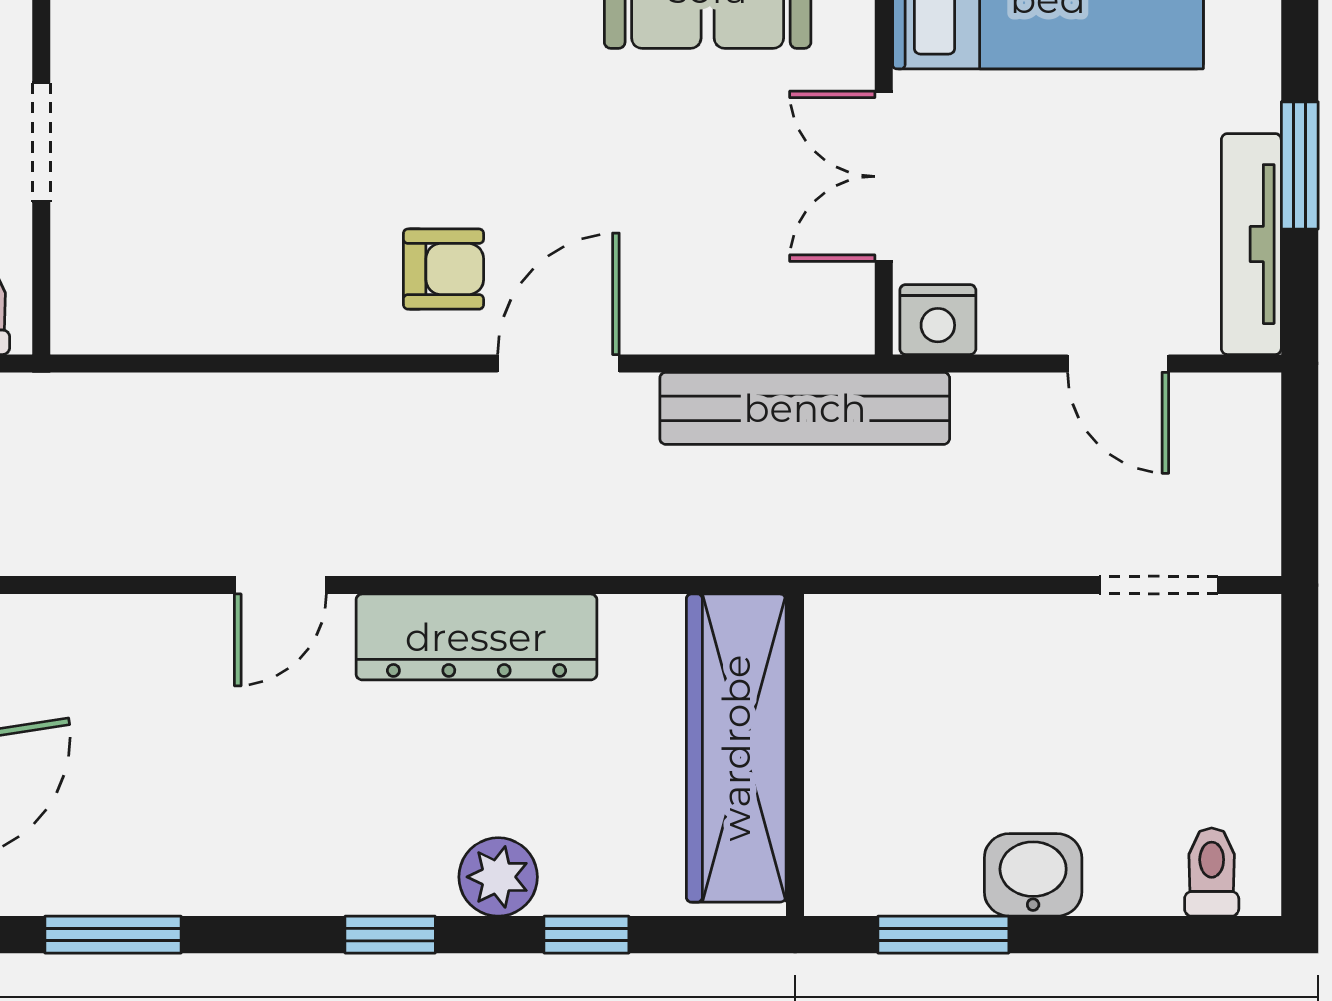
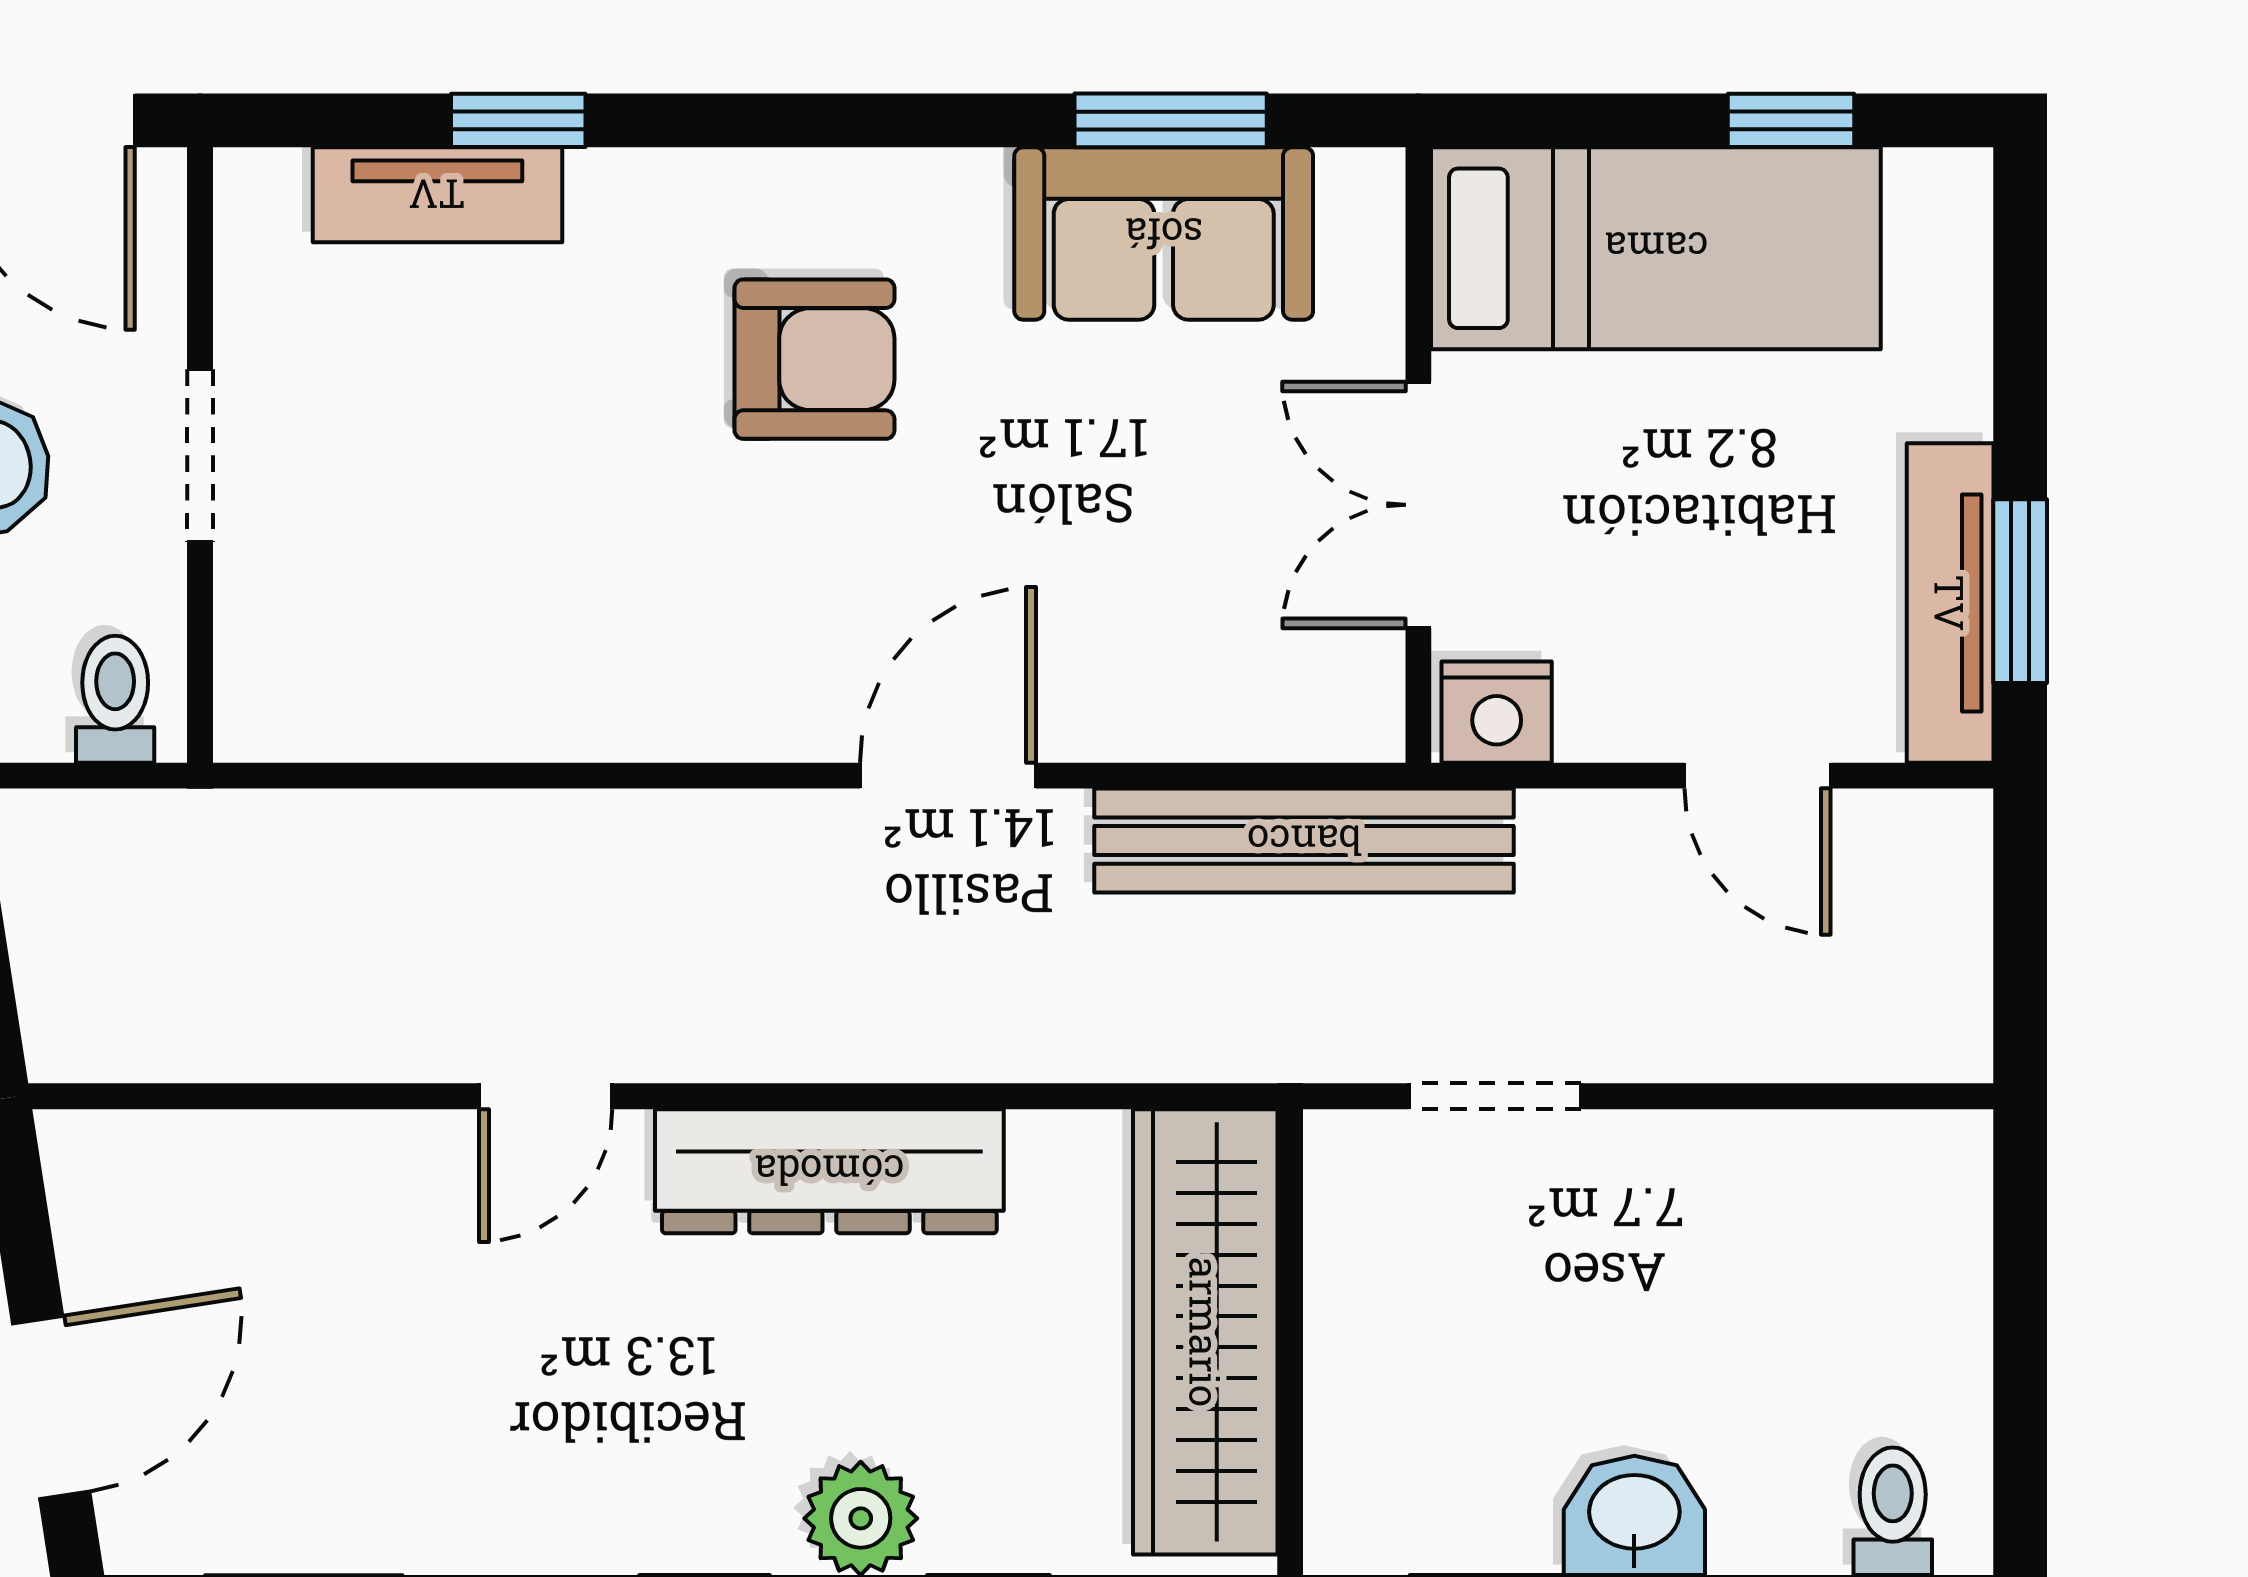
window: (1300, 165) -> (2020, 591), moved
armchair: (443, 269) -> (814, 359), moved, width x1.38, depth x1.38
doorway: (1159, 585) -> (1495, 1096), moved

